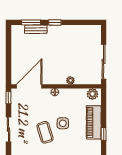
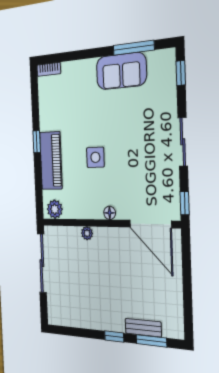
door: (29, 86) -> (150, 224), hinge flipped
coffee table: (45, 132) -> (122, 140), removed

